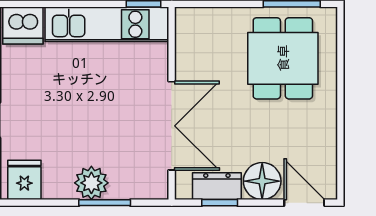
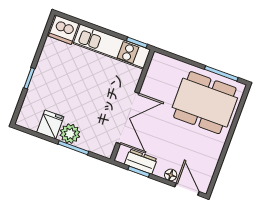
dining table: (283, 58) -> (205, 103), width x1.37
fridge: (24, 180) -> (50, 125), moved
floor lamp: (262, 181) -> (171, 175), width x0.53, depth x0.53

